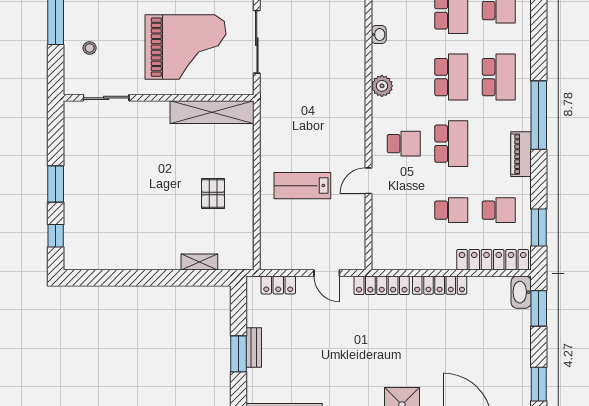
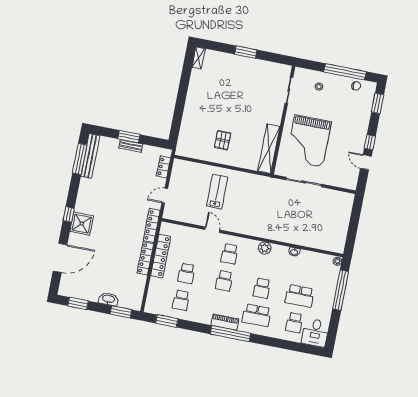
school desk: (451, 77) -> (262, 288), width x0.54
school desk: (451, 144) -> (224, 281), width x0.54
piano: (521, 154) -> (225, 322), moved
pallet: (213, 193) -> (223, 140), turned 90
window: (56, 236) -> (216, 46), removed
locker: (493, 260) -> (161, 256), moved
shelving: (199, 262) -> (199, 58), moved
washbasin: (521, 292) -> (108, 299), moved

